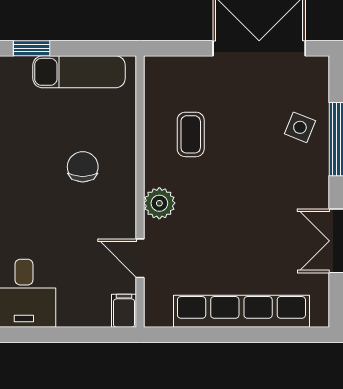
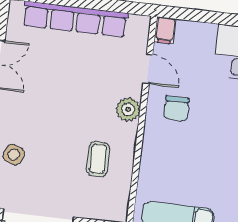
chair: (83, 167) -> (176, 109), moved

